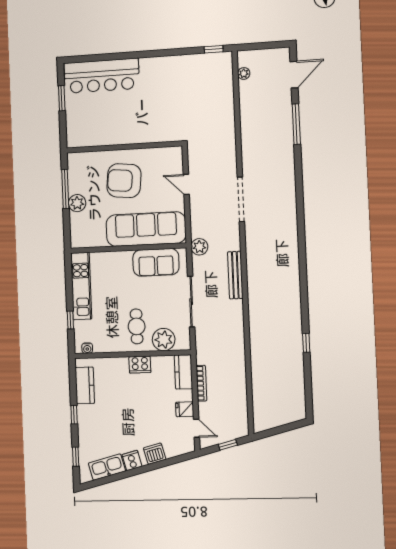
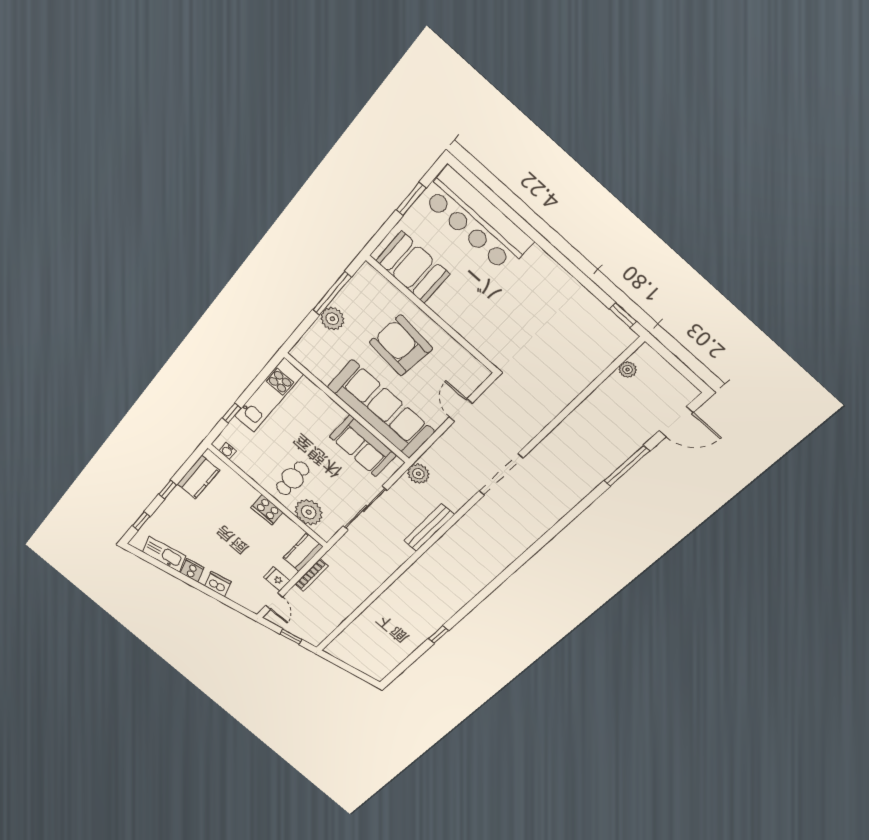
booth: (93, 132) -> (413, 267), added

